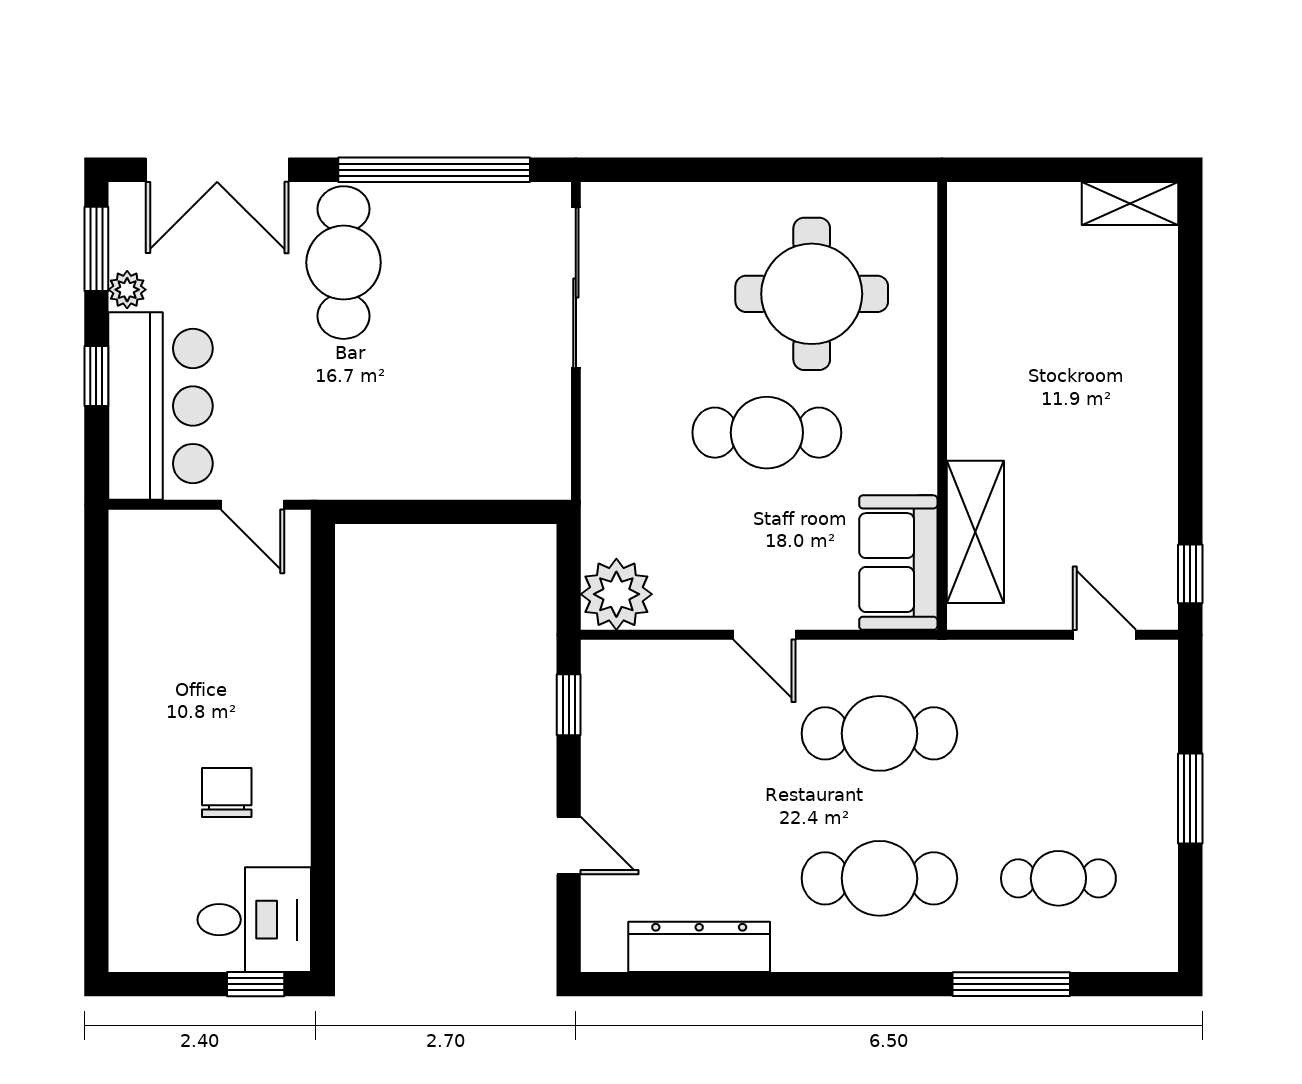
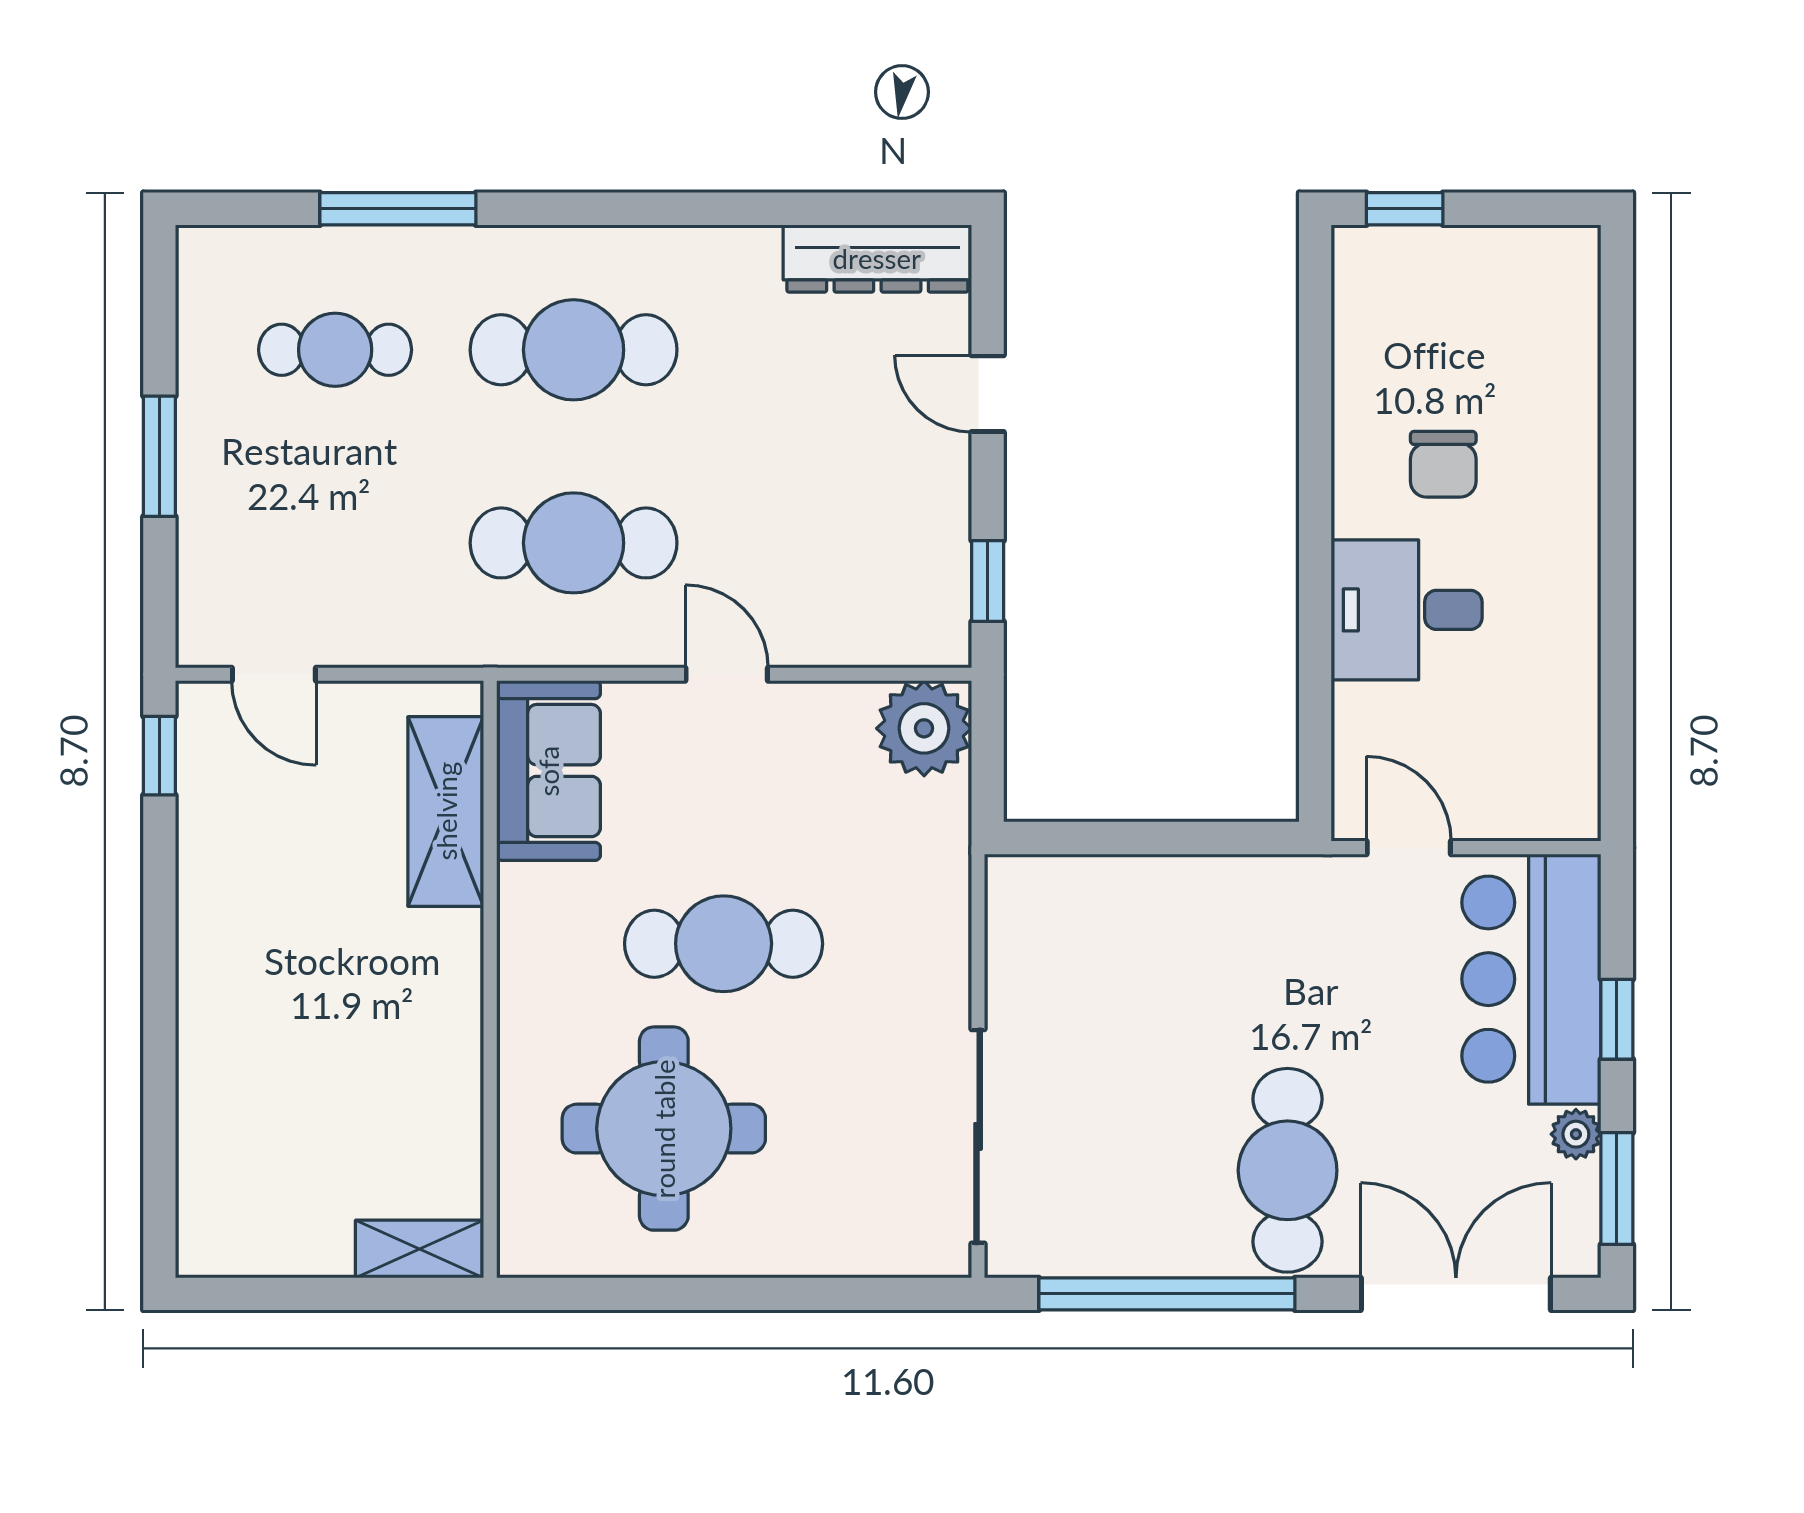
shelving: (1130, 203) -> (420, 1249), moved
desk: (254, 920) -> (1407, 610), moved
dresser: (699, 947) -> (877, 258), moved

